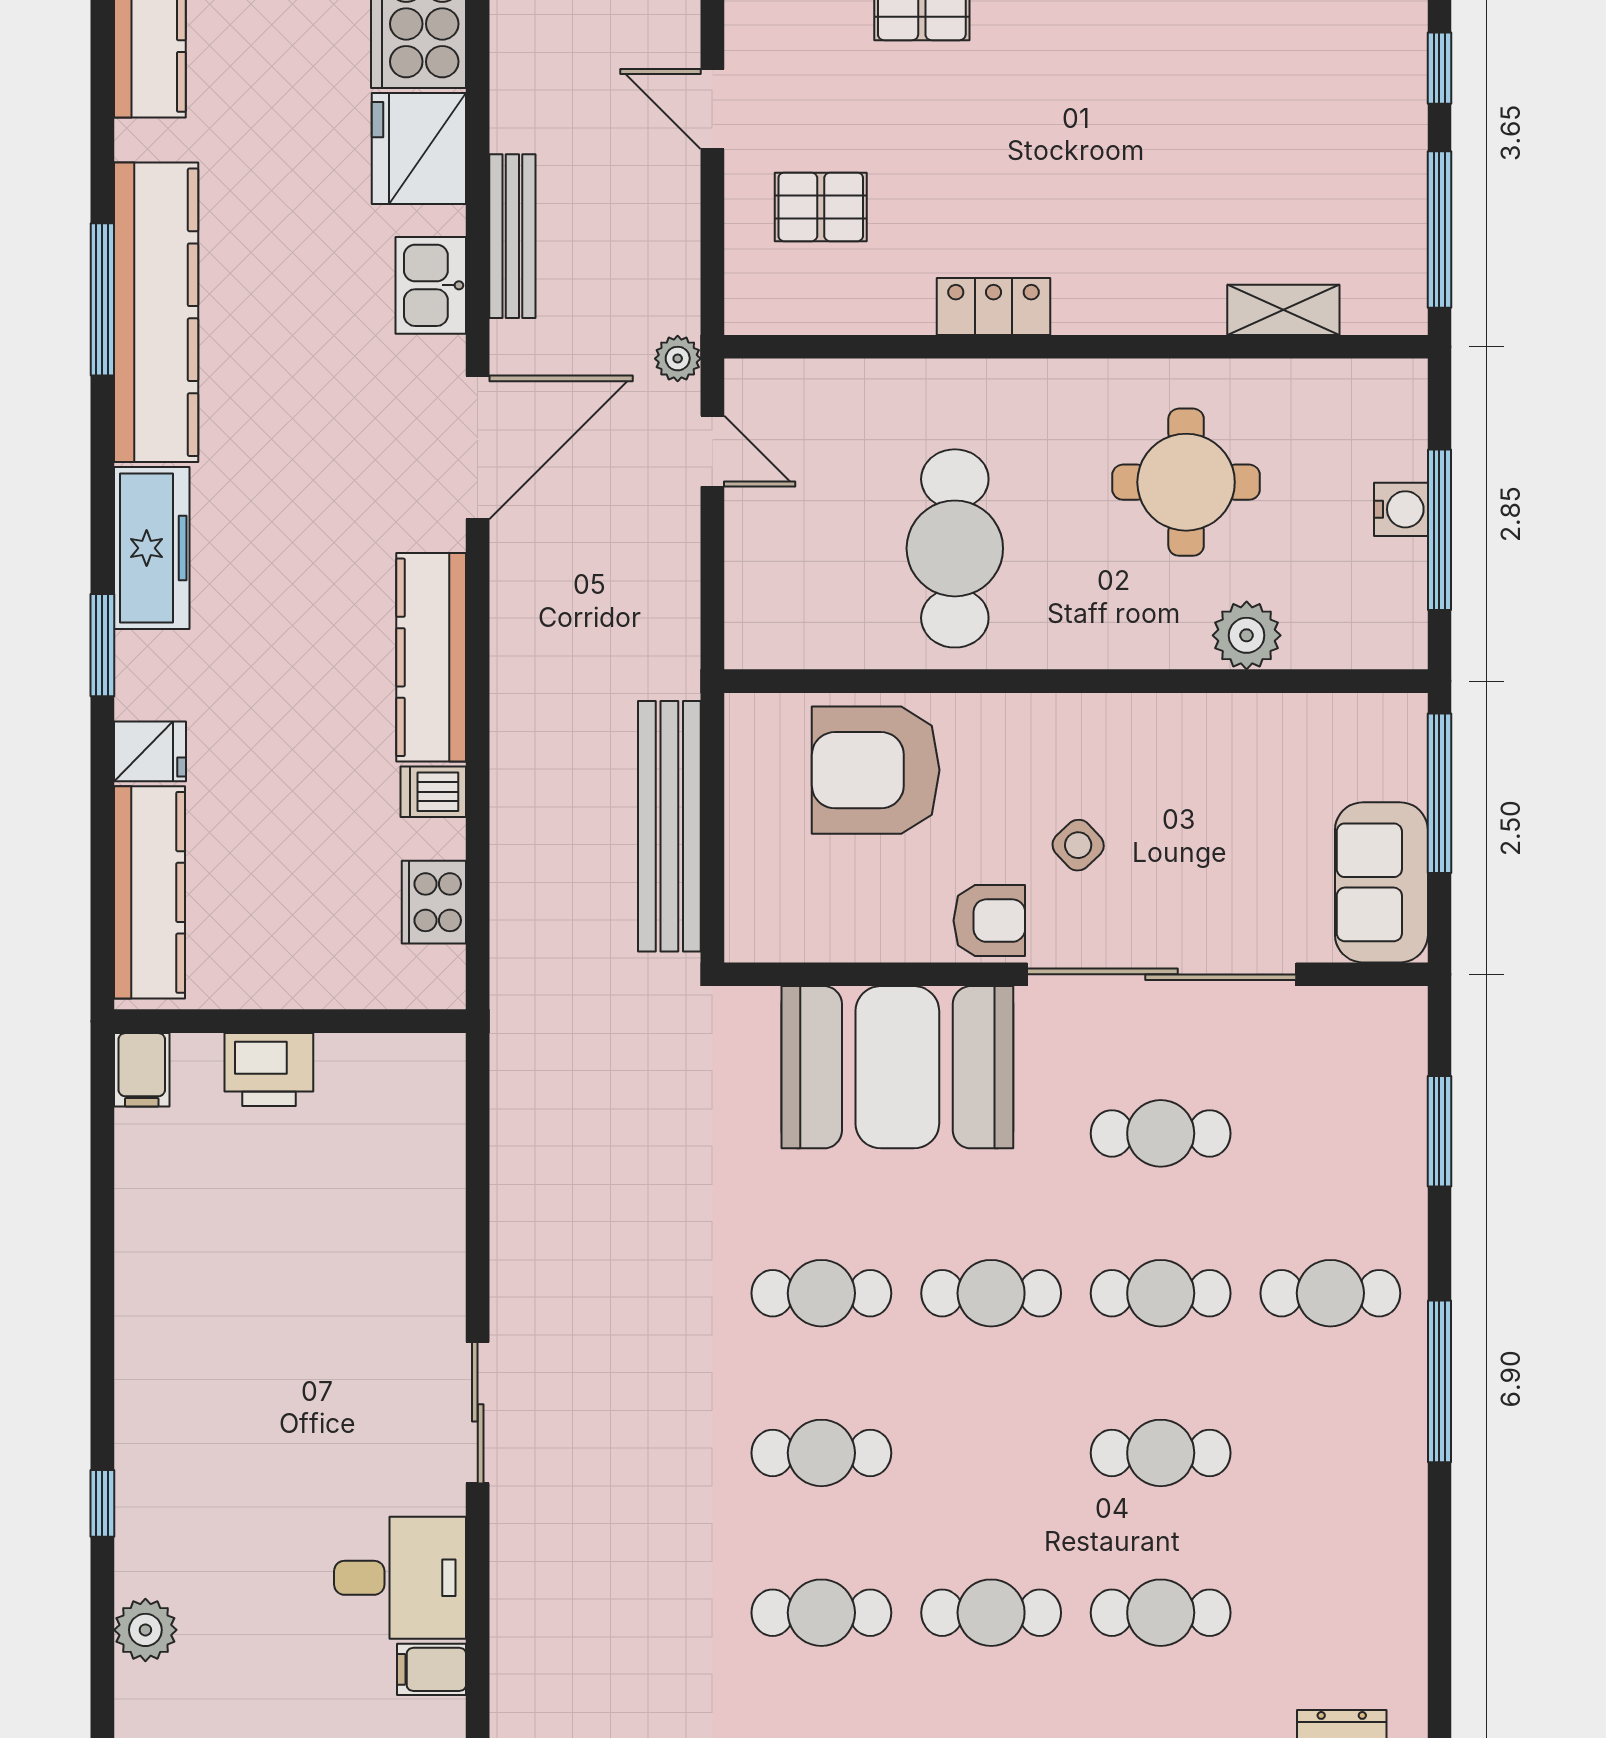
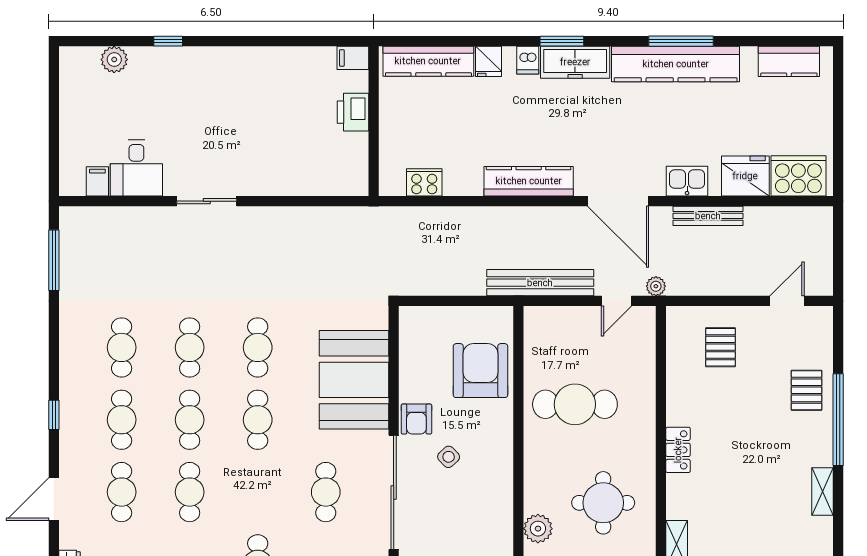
door: (712, 109) -> (787, 301), moved
locker: (994, 306) -> (678, 450), moved
window: (102, 645) -> (562, 41), moved
dishwasher: (433, 792) -> (528, 60), moved, turned 180
bench: (669, 826) -> (540, 283), moved
cafe table: (1161, 1293) -> (190, 420), moved

